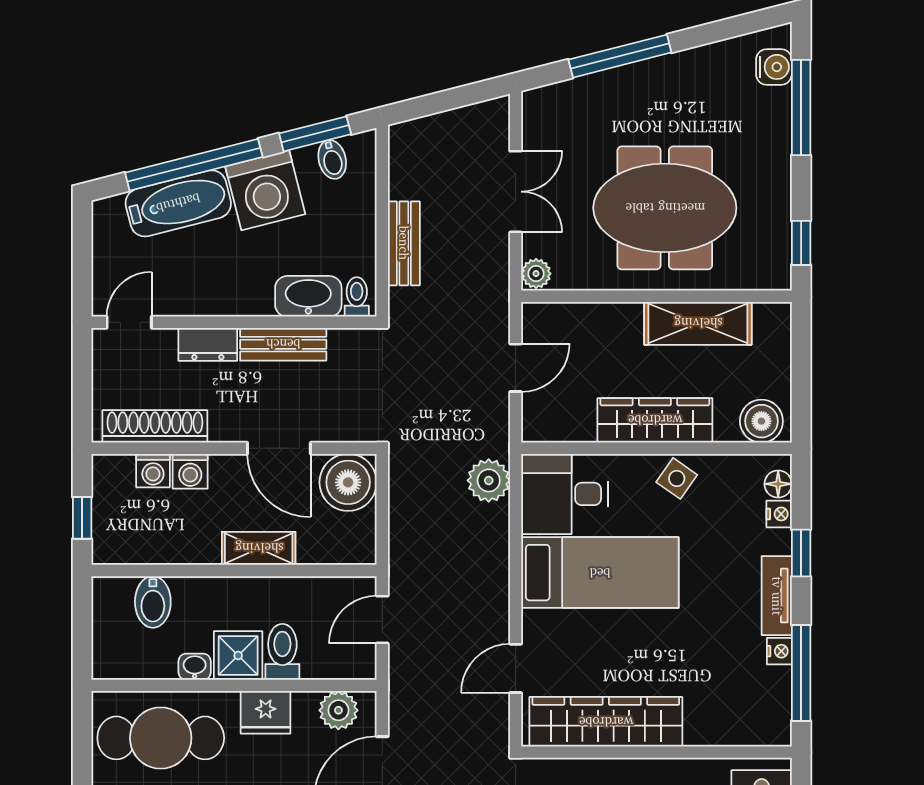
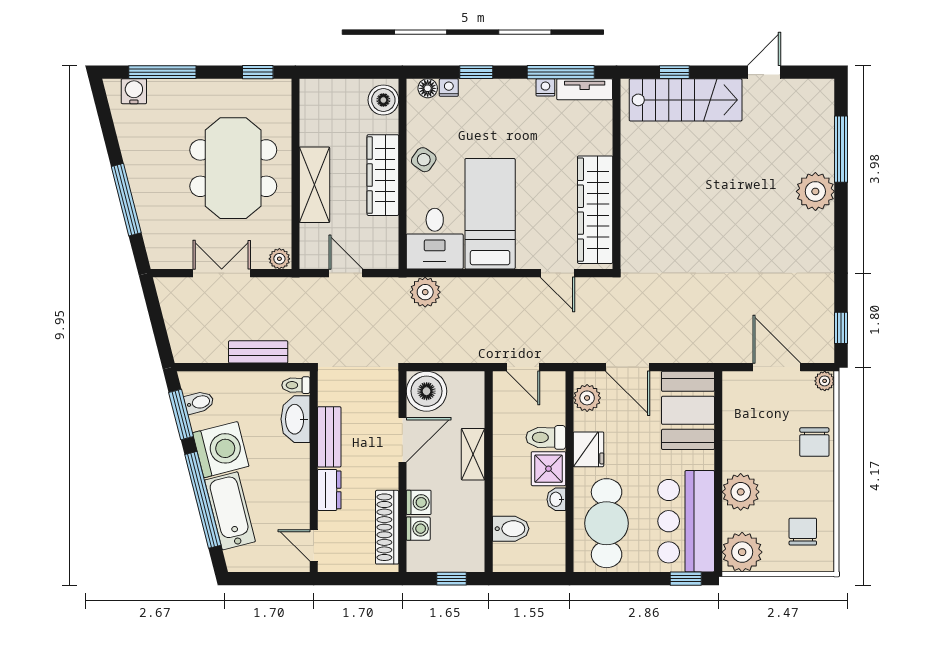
shelving: (698, 323) -> (314, 185), moved
tv unit: (777, 596) -> (585, 89), moved

